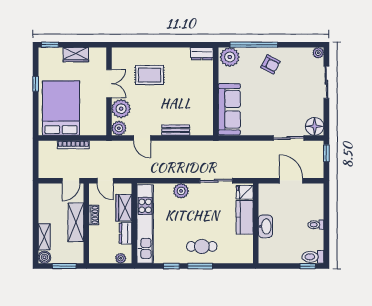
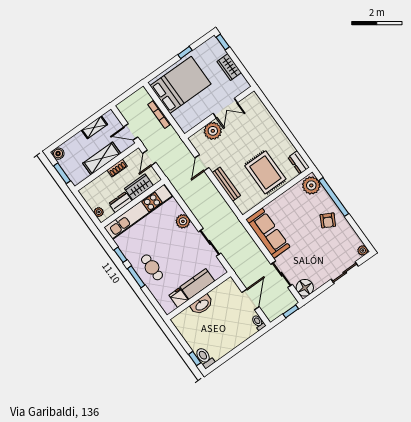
rug: (150, 75) -> (265, 172), moved, width x1.36, depth x1.43
sofa: (229, 109) -> (268, 233), moved, turned -90
plant: (119, 128) -> (197, 140), removed
bench: (176, 130) -> (226, 184), width x1.36
fridge: (245, 192) -> (179, 298), moved
toilet: (316, 225) -> (258, 322), moved
shelving: (44, 237) -> (94, 127), moved

